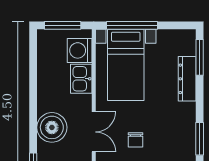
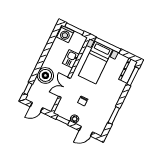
washing machine: (80, 50) -> (65, 34), moved, turned -90
dresser: (187, 79) -> (128, 71), moved
double door: (94, 132) -> (64, 87), swing flipped

